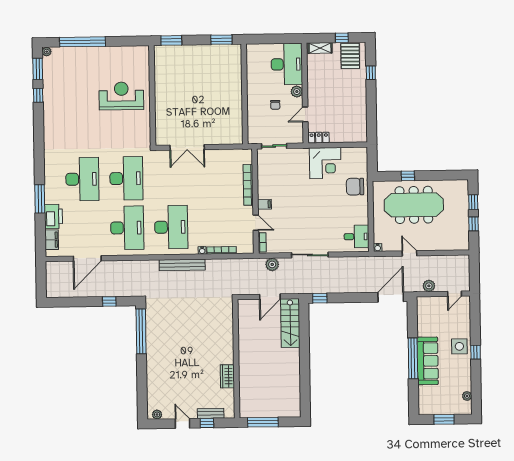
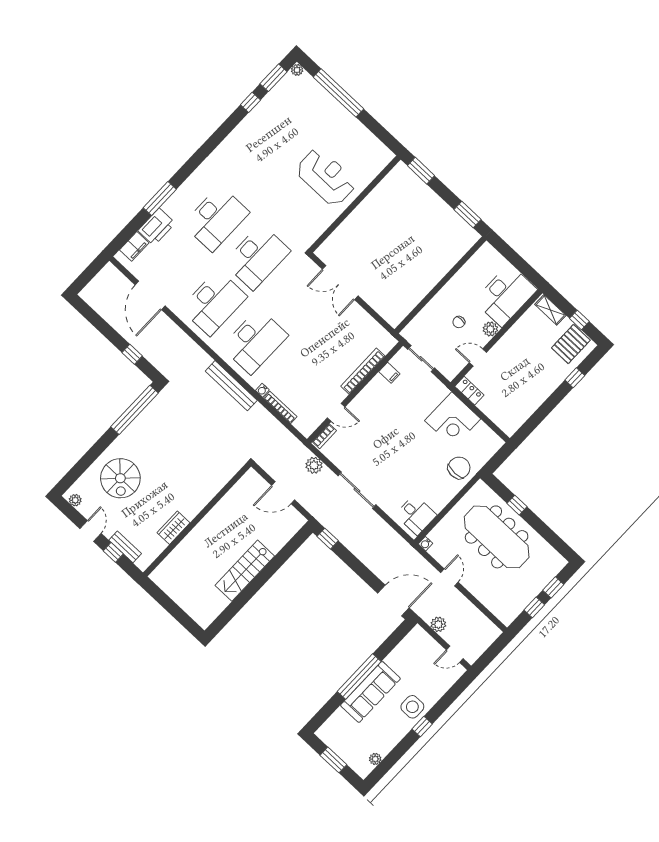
chair: (355, 187) -> (459, 468), turned 90
filing cabinet: (264, 204) -> (389, 373), moved
door: (256, 223) -> (336, 412), hinge flipped
door: (87, 258) -> (150, 295), hinge flipped
stairs: (290, 323) -> (245, 571), moved
spiral stairs: (170, 377) -> (120, 478), added
window: (263, 422) -> (165, 601), removed

